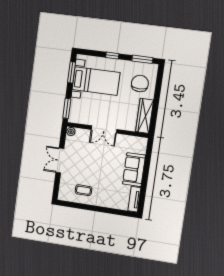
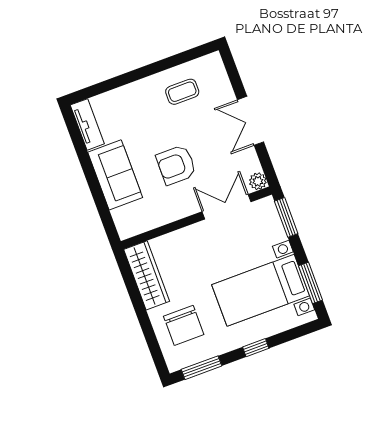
double door: (104, 129) -> (227, 207), moved
armchair: (104, 159) -> (176, 165), added
double door: (60, 160) -> (251, 121), swing flipped

